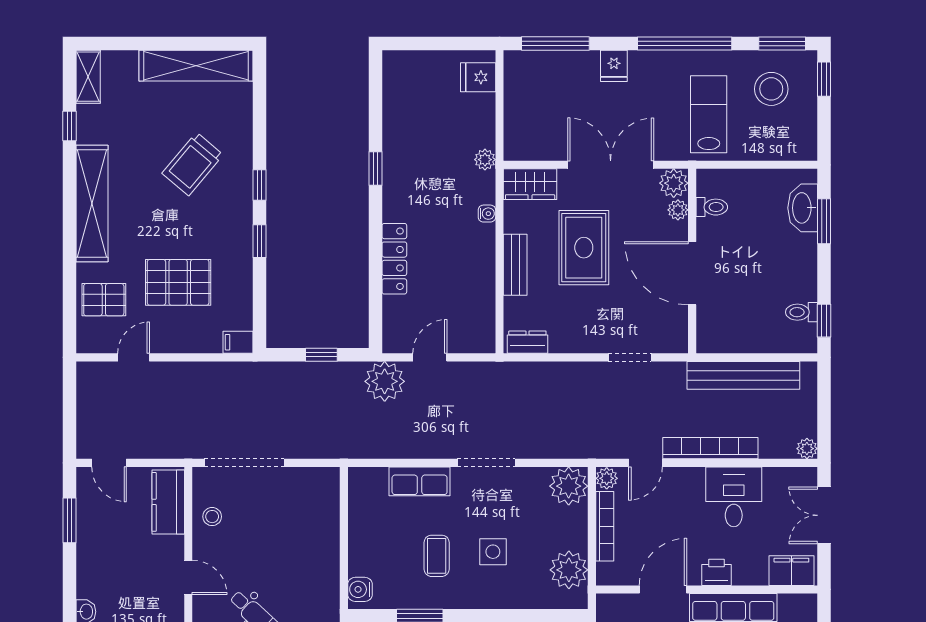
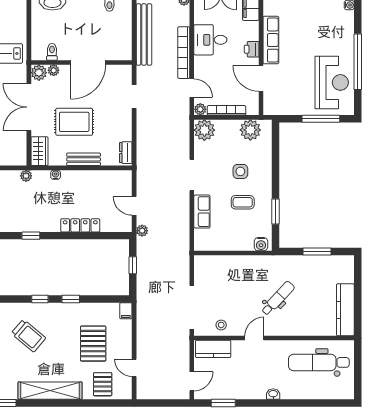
plant: (385, 381) -> (142, 231), width x0.53, depth x0.53

